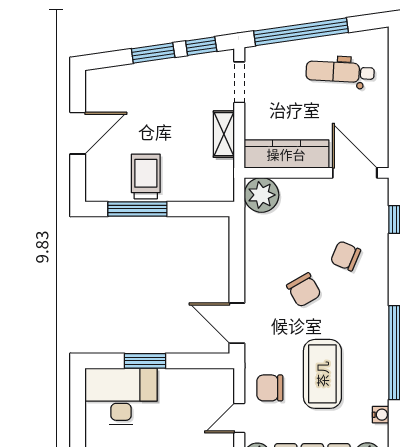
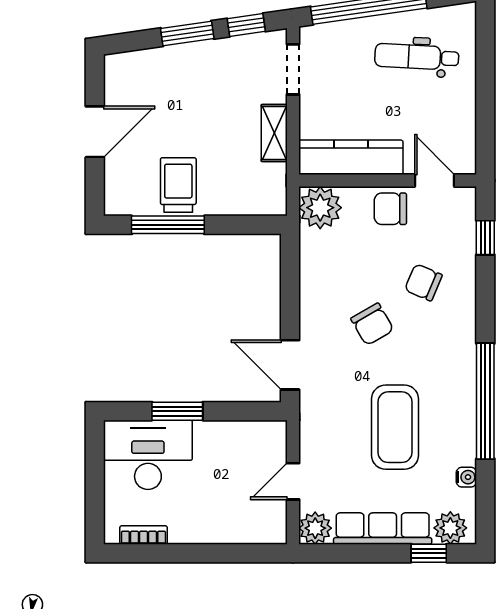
door: (355, 173) -> (435, 180), width x0.73
chair: (270, 388) -> (390, 209), moved

